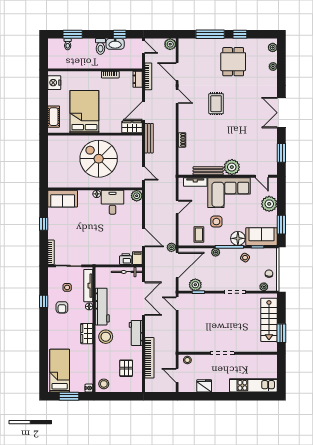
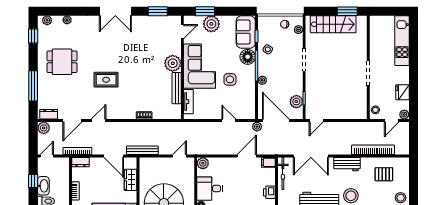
window: (240, 34) -> (33, 36), moved
dresser: (183, 49) -> (49, 114), added
wardrobe: (132, 127) -> (131, 180), moved
door: (177, 207) -> (229, 121), moved
window: (281, 225) -> (205, 11), moved
coffee table: (199, 234) -> (244, 98), removed
printer: (126, 259) -> (269, 192), moved
double door: (144, 299) -> (311, 156), swing flipped
plant: (183, 388) -> (404, 114), added

